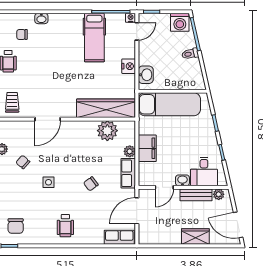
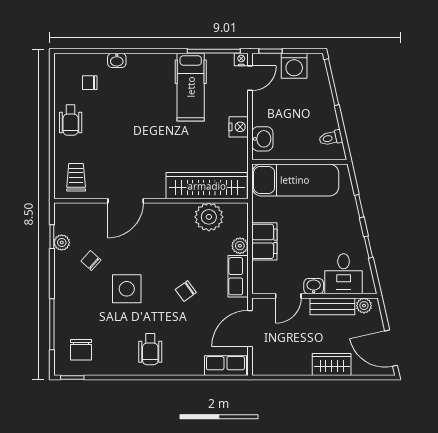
washing machine: (180, 22) -> (294, 66), moved
toilet: (190, 54) -> (331, 138), moved
side table: (49, 182) -> (127, 289), width x1.87, depth x1.87

